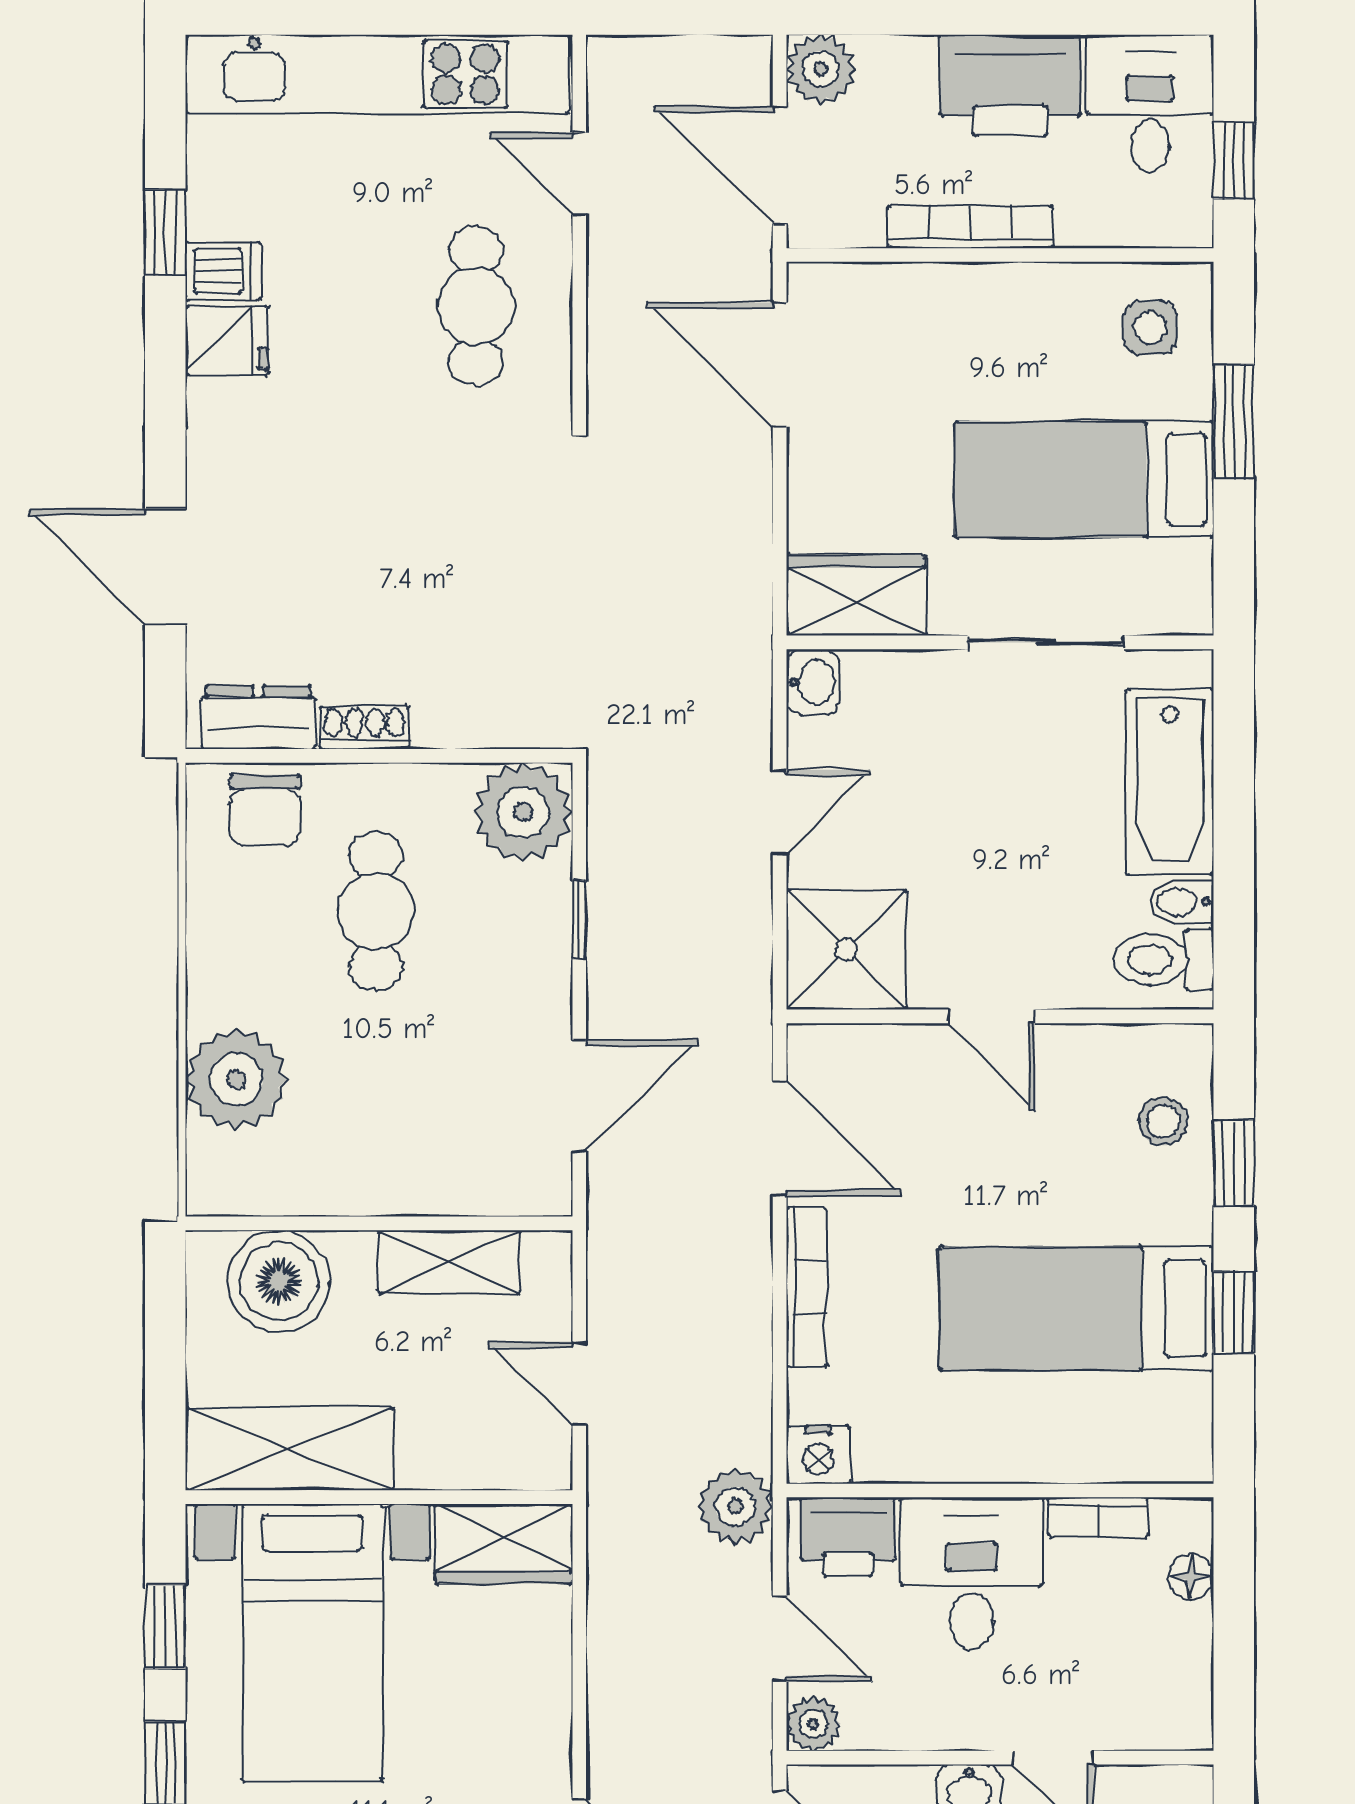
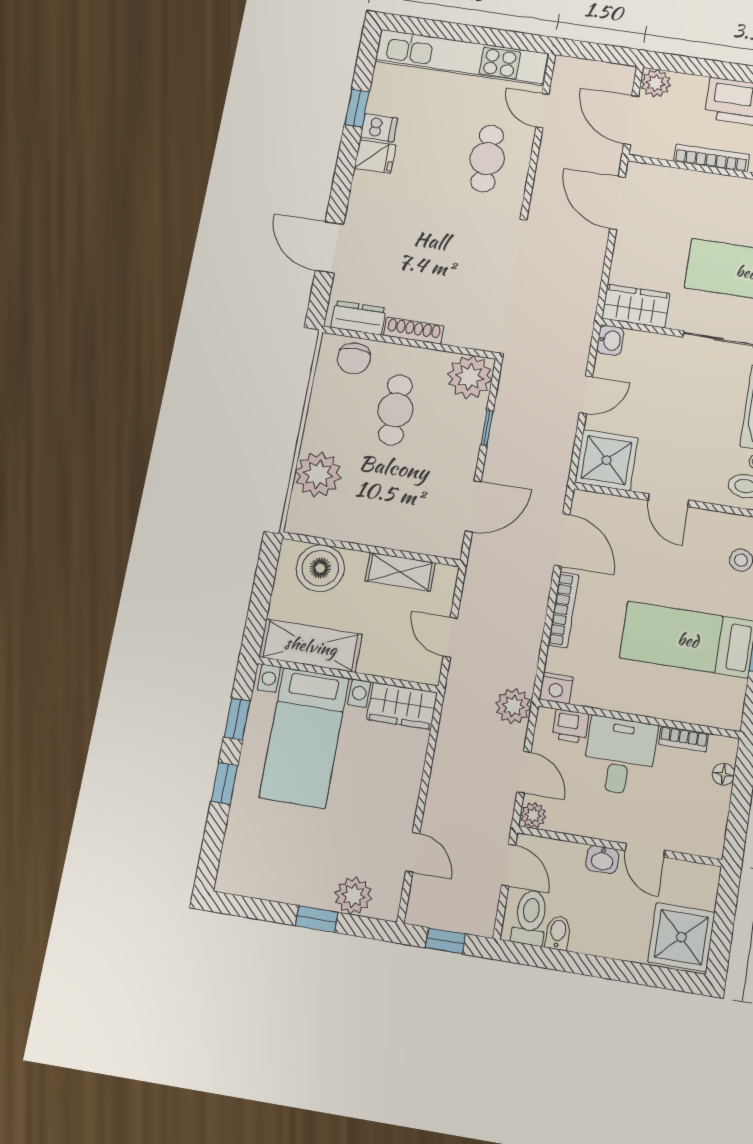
shoe rack: (364, 728) -> (414, 331), width x1.43
printer: (848, 1537) -> (571, 726), width x0.73, depth x0.81

